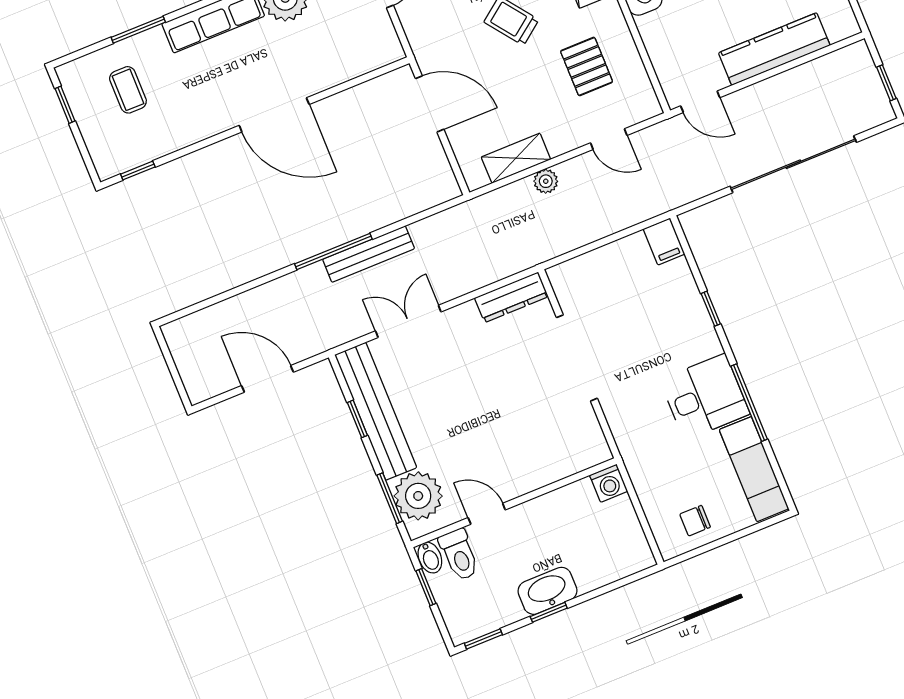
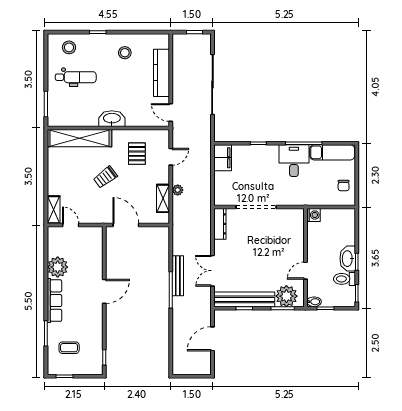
pallet: (587, 66) -> (137, 154), turned 90
door: (700, 102) -> (171, 113), swing flipped
door: (430, 104) -> (126, 225), hinge flipped
door: (274, 115) -> (104, 291), width x0.73
filing cabinet: (664, 242) -> (223, 158), width x2.00
toilet: (459, 555) -> (345, 279), moved, turned 180

